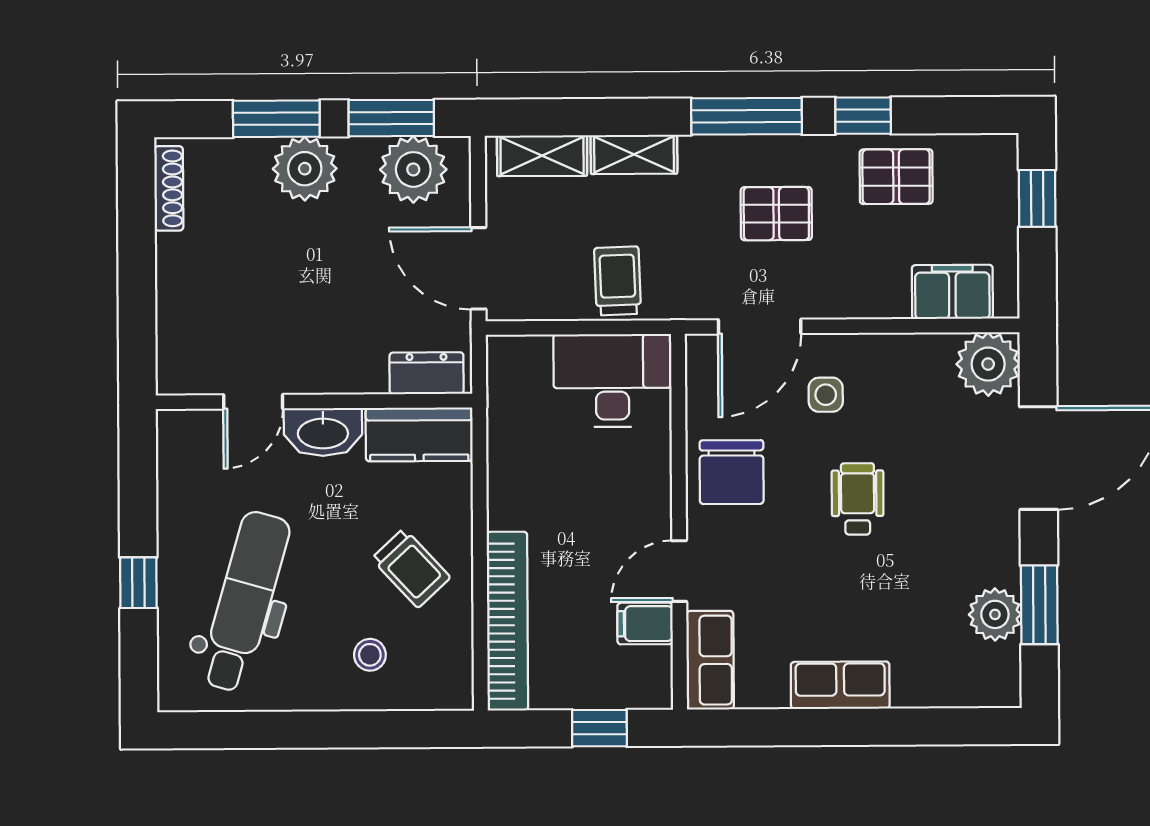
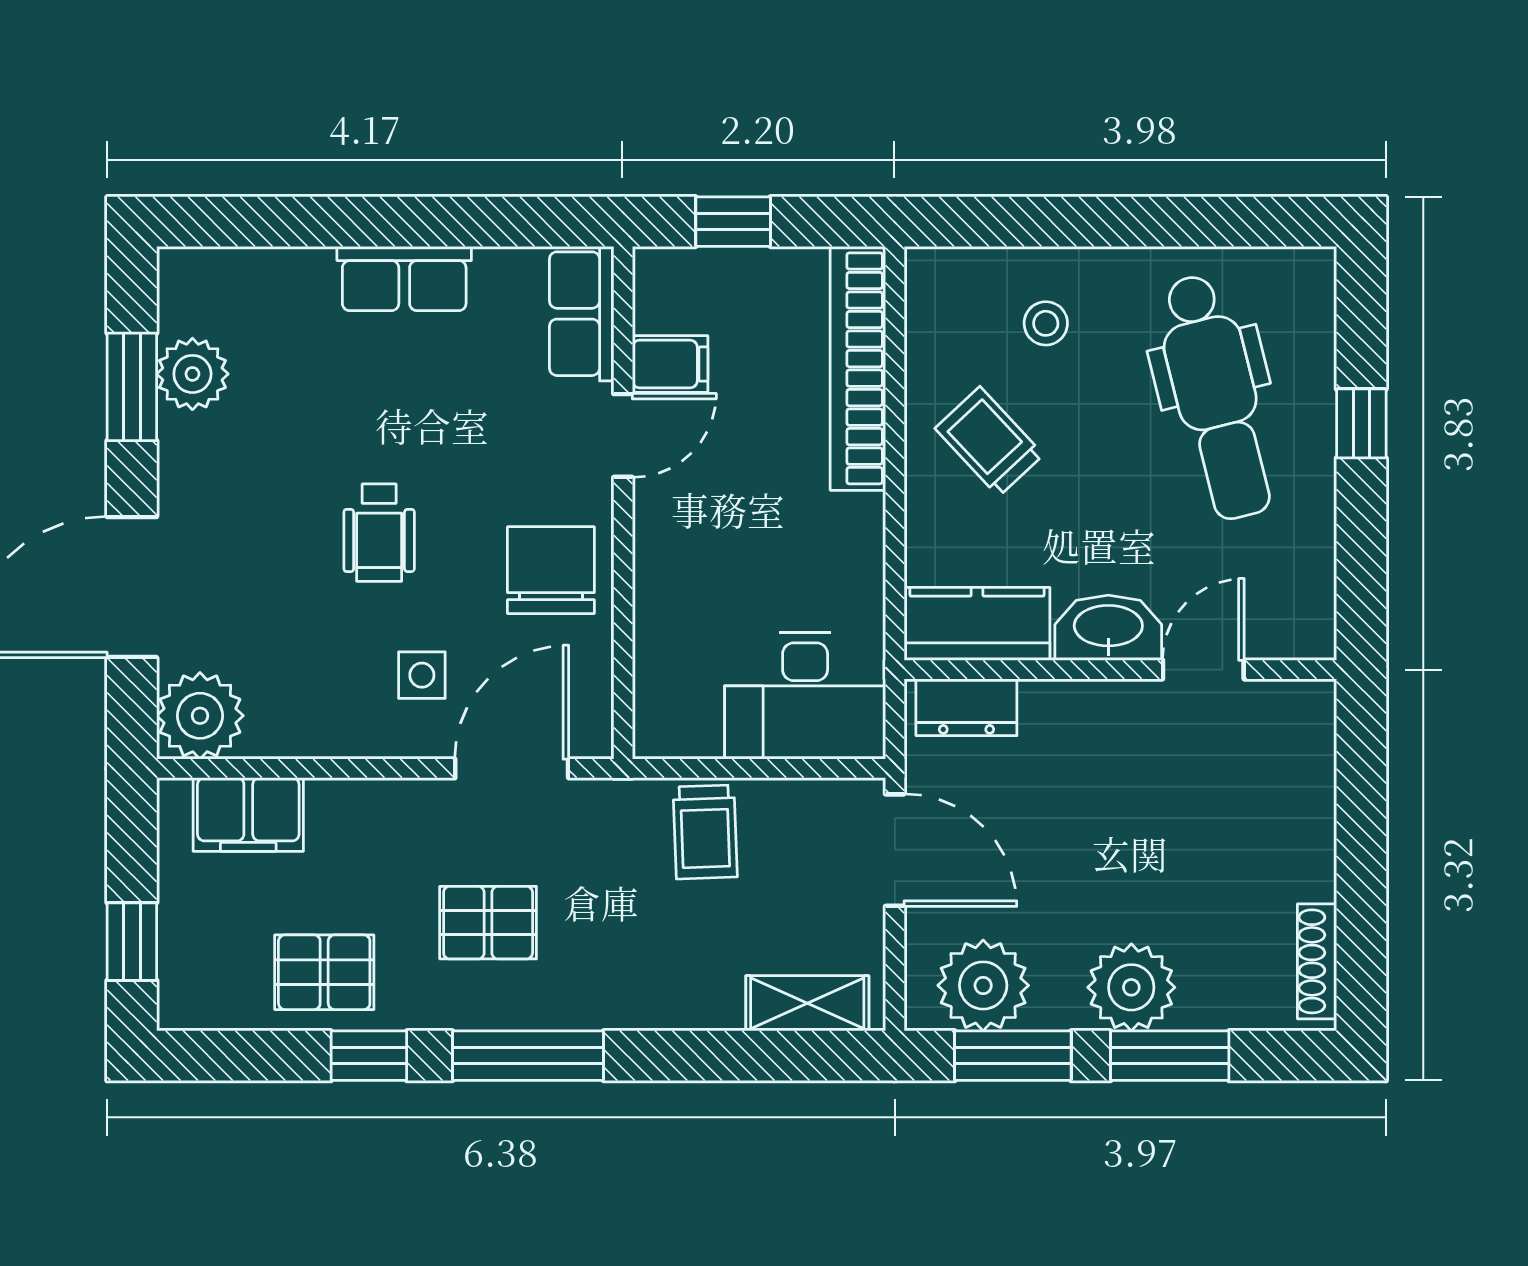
shelving: (634, 154) -> (682, 1004), removed
desk: (612, 381) -> (805, 696), moved
dental chair: (245, 602) -> (1216, 397), turned -30

